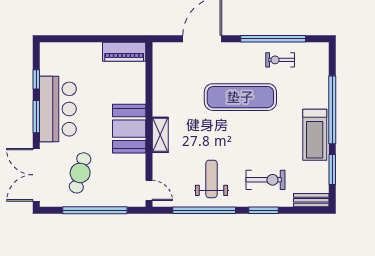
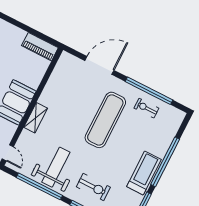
exercise mat: (240, 97) -> (105, 120), turned 90
treadmill: (315, 135) -> (144, 173), turned 180
weight bench: (212, 179) -> (56, 167), width x1.36, depth x1.33

